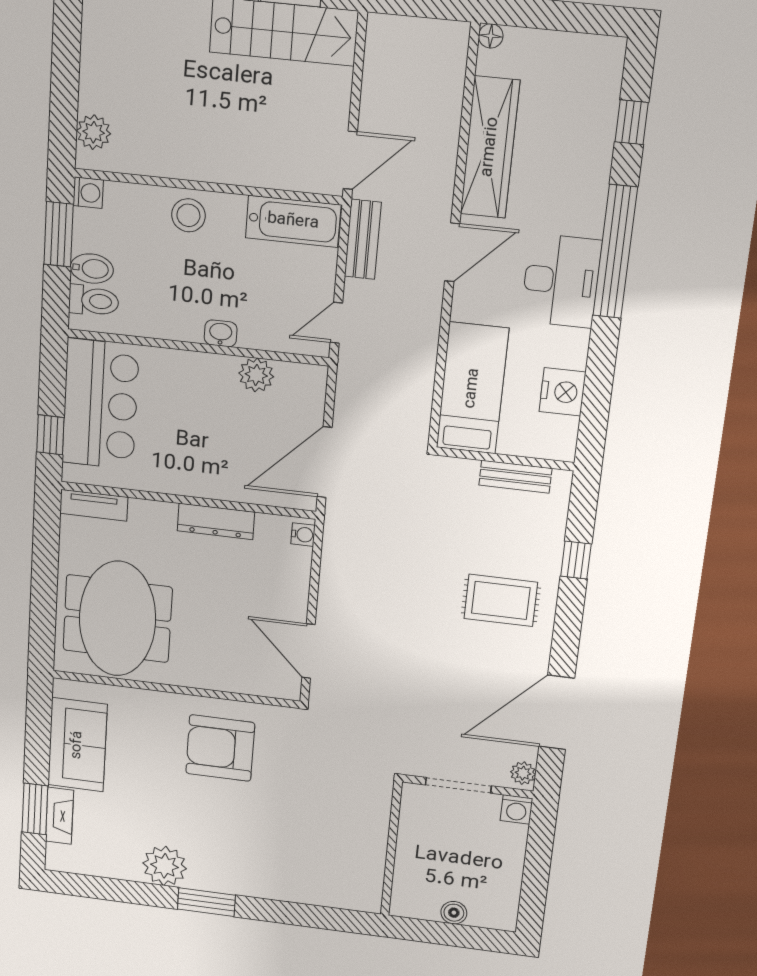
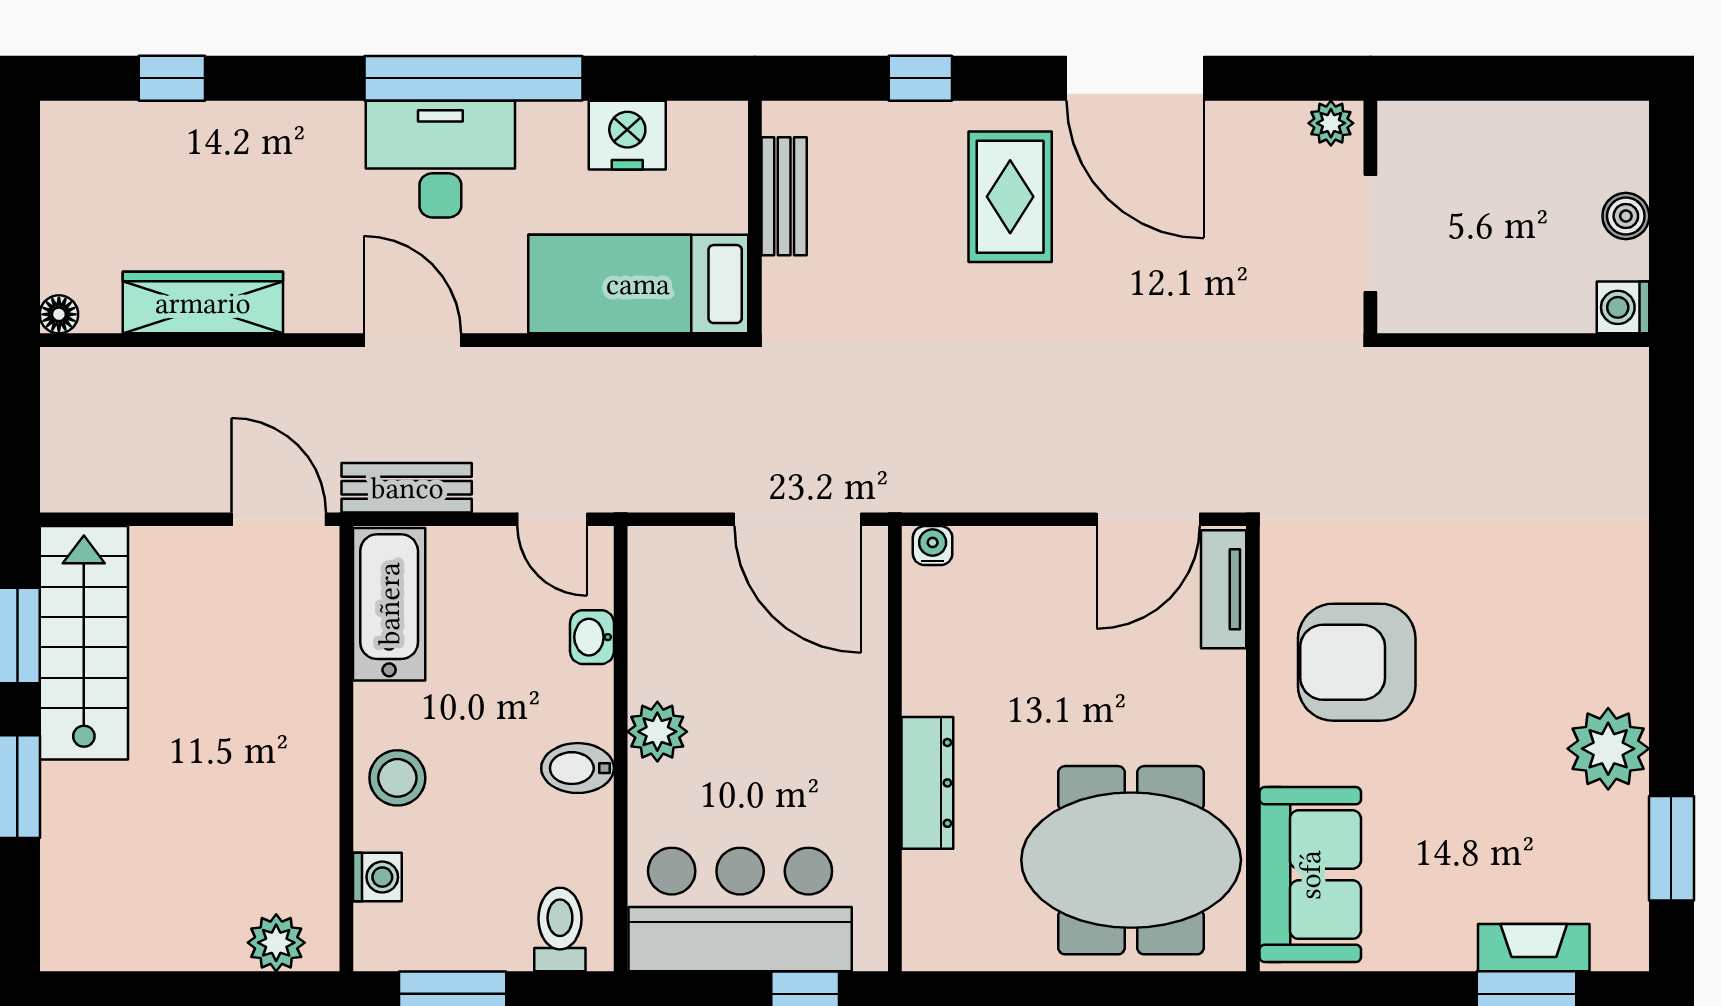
wardrobe: (490, 147) -> (203, 303), width x0.71, depth x0.85
washing machine: (88, 193) -> (377, 877), moved, turned 90
window: (615, 252) -> (473, 78), moved
bidet: (92, 269) -> (578, 768), moved, turned -90
washbasin: (221, 333) -> (592, 637), moved
plant: (256, 375) -> (657, 732), moved
tv unit: (94, 505) -> (1224, 589), moved, turned 180
dresser: (216, 521) -> (927, 783), moved
door: (557, 713) -> (1135, 78), moved
sofa: (77, 745) -> (1310, 875), moved, turned 90
armchair: (220, 748) -> (1357, 662), turned 90
washing machine: (516, 809) -> (1623, 307), moved, turned 180
window: (206, 902) -> (1671, 848), moved

